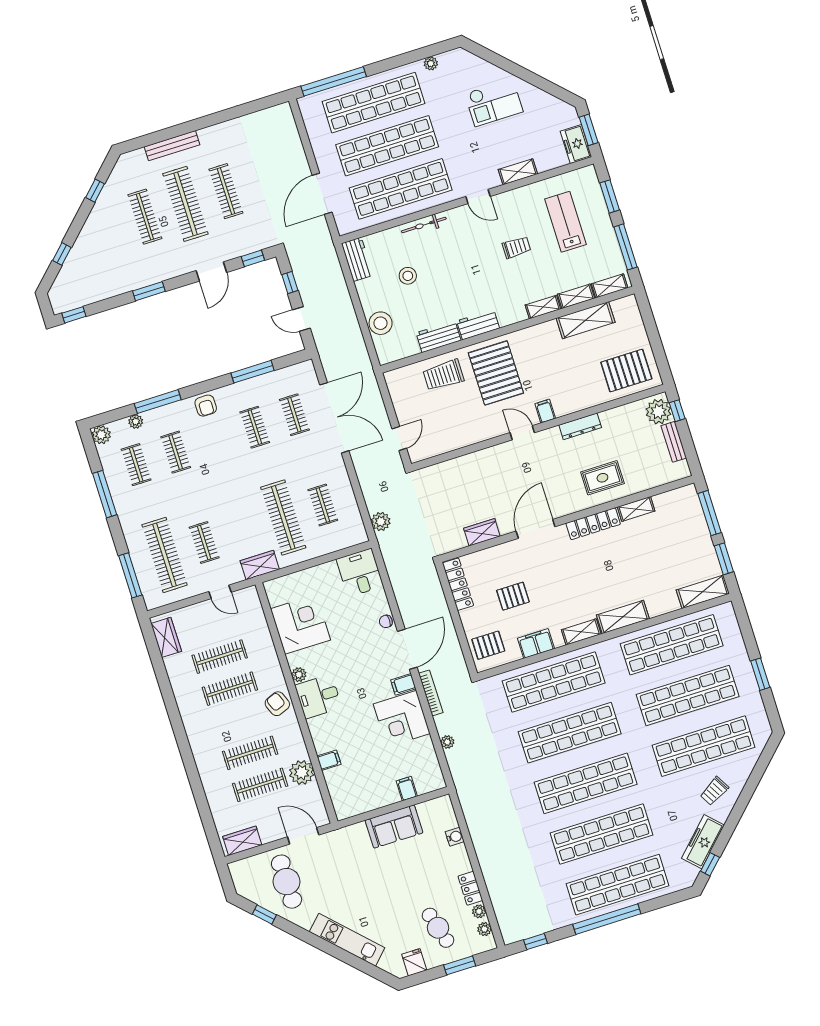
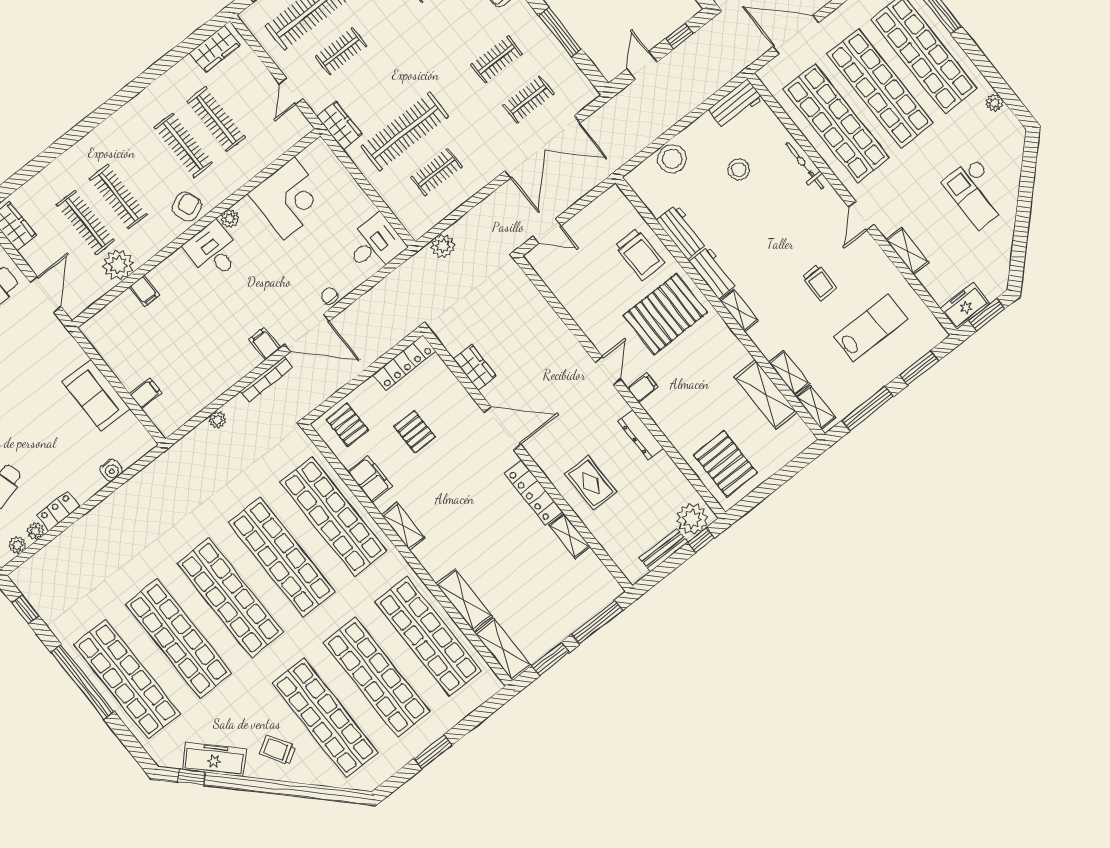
shelving: (543, 307) -> (739, 310), moved
trolley: (443, 375) -> (640, 254), turned 180
shelving: (623, 617) -> (464, 600), moved
corner desk: (402, 719) -> (224, 357), removed

